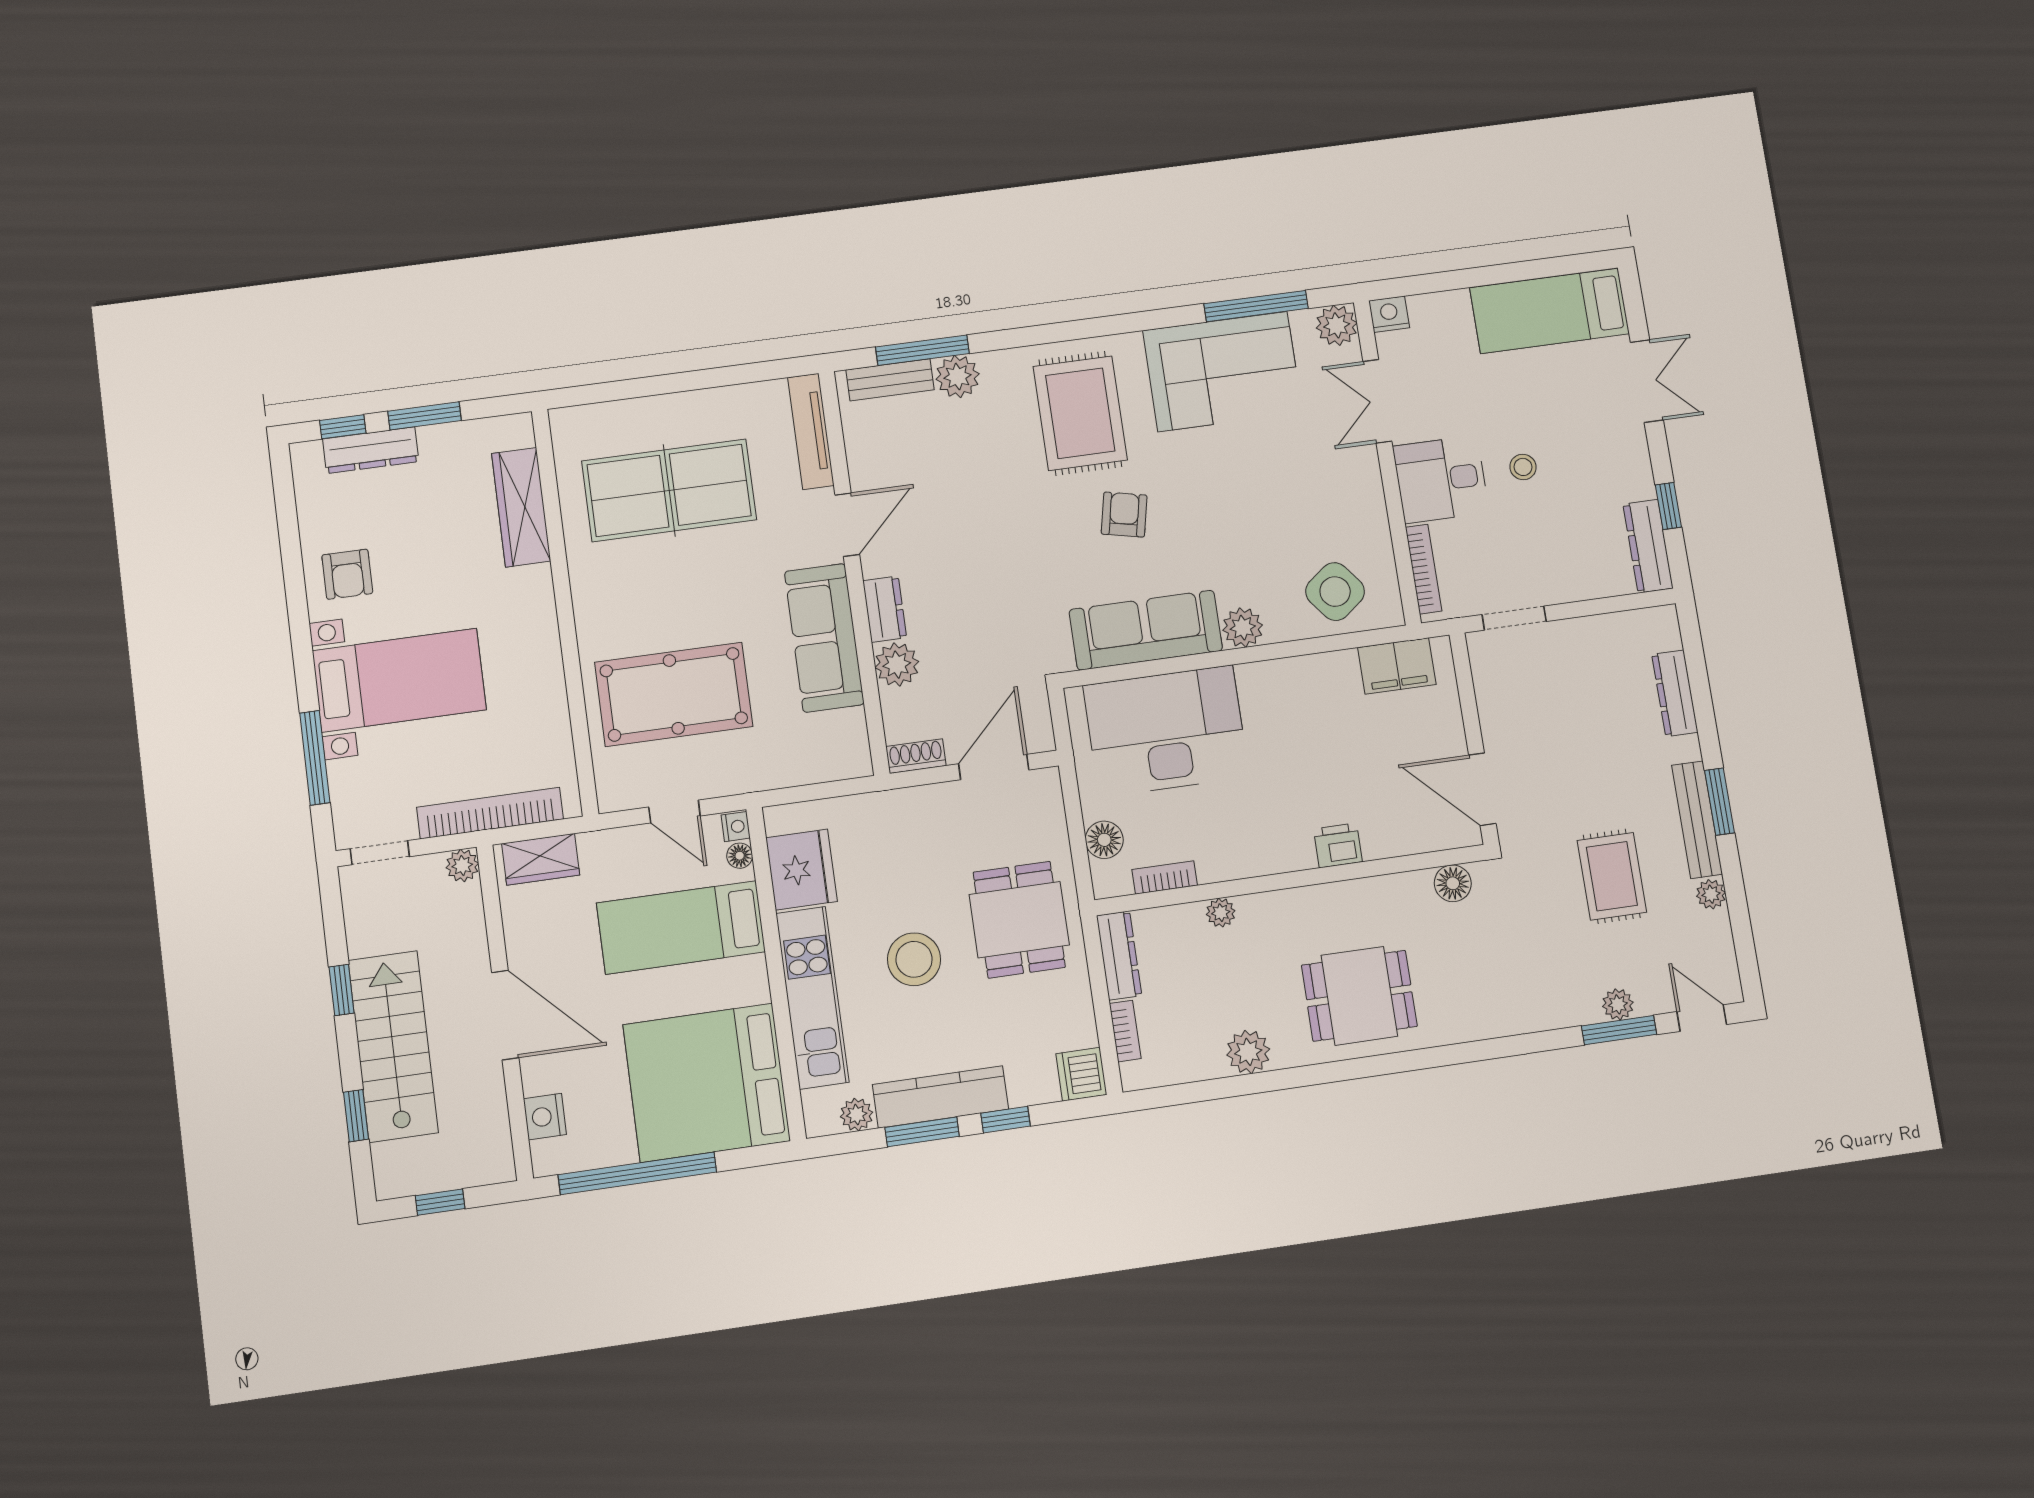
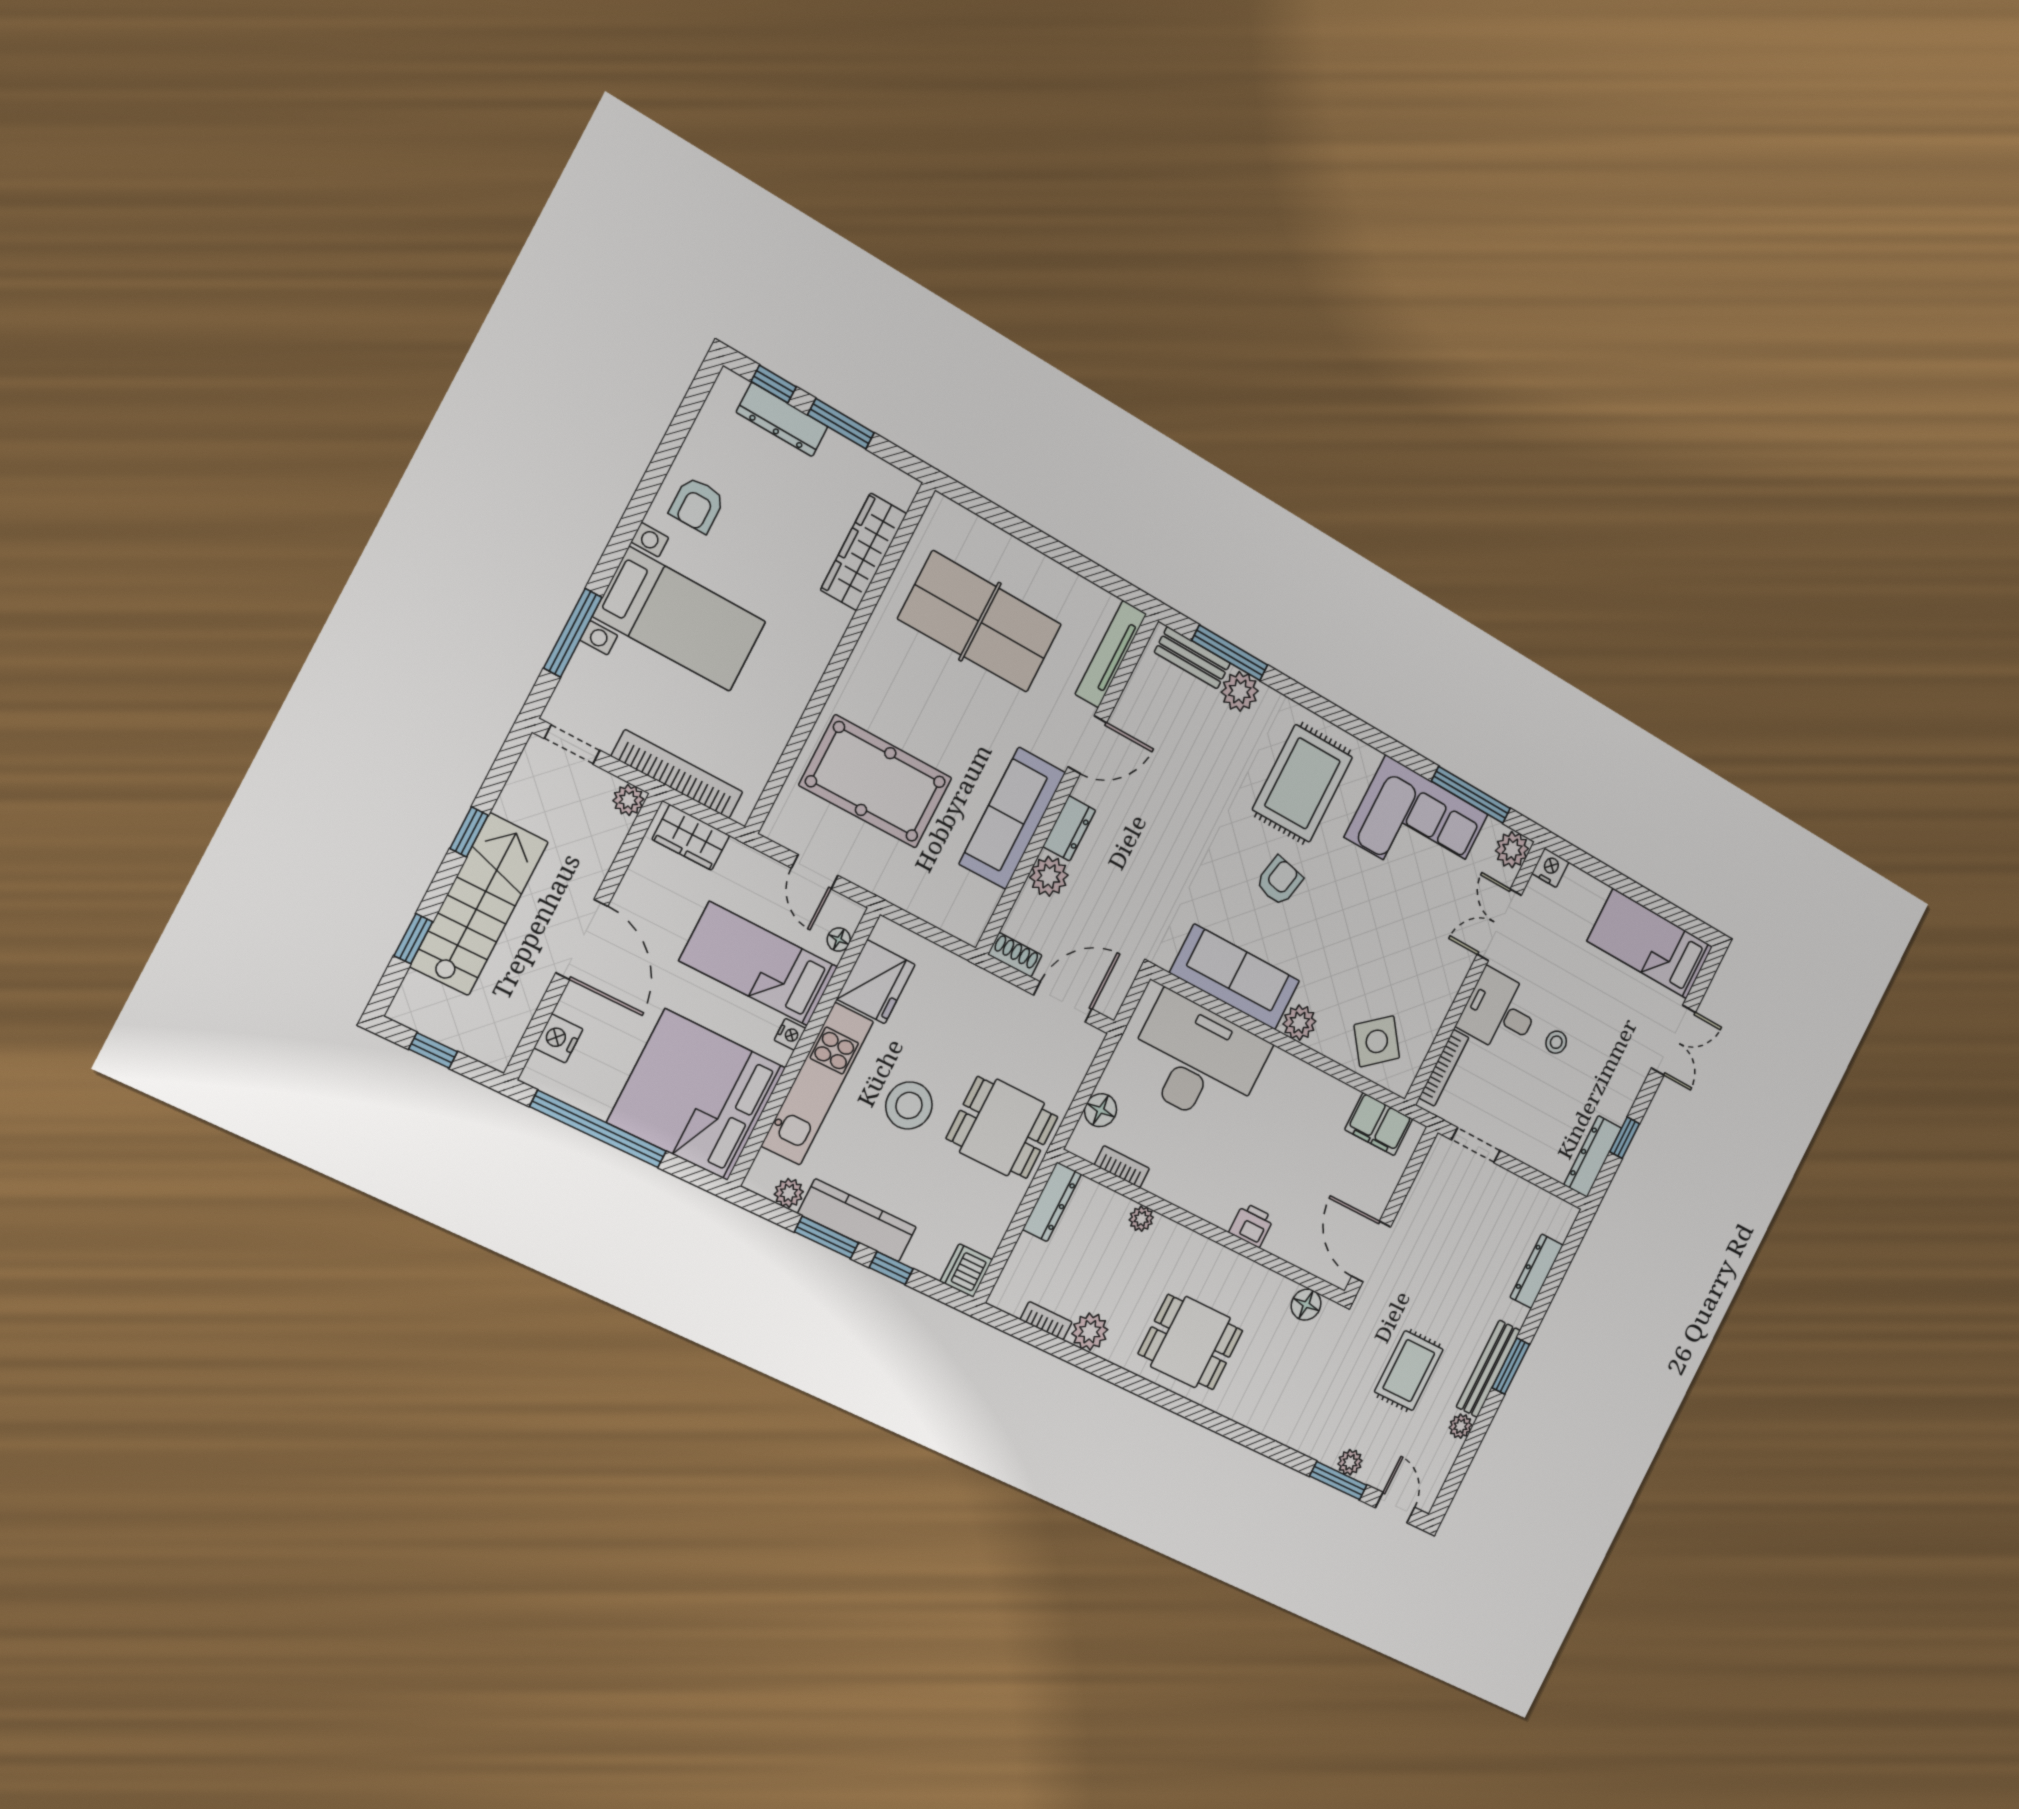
nightstand: (736, 827) -> (790, 1034), moved
dining table: (1019, 920) -> (1002, 1128), turned 90
bookcase: (1125, 1031) -> (1046, 1321), moved, turned -90

